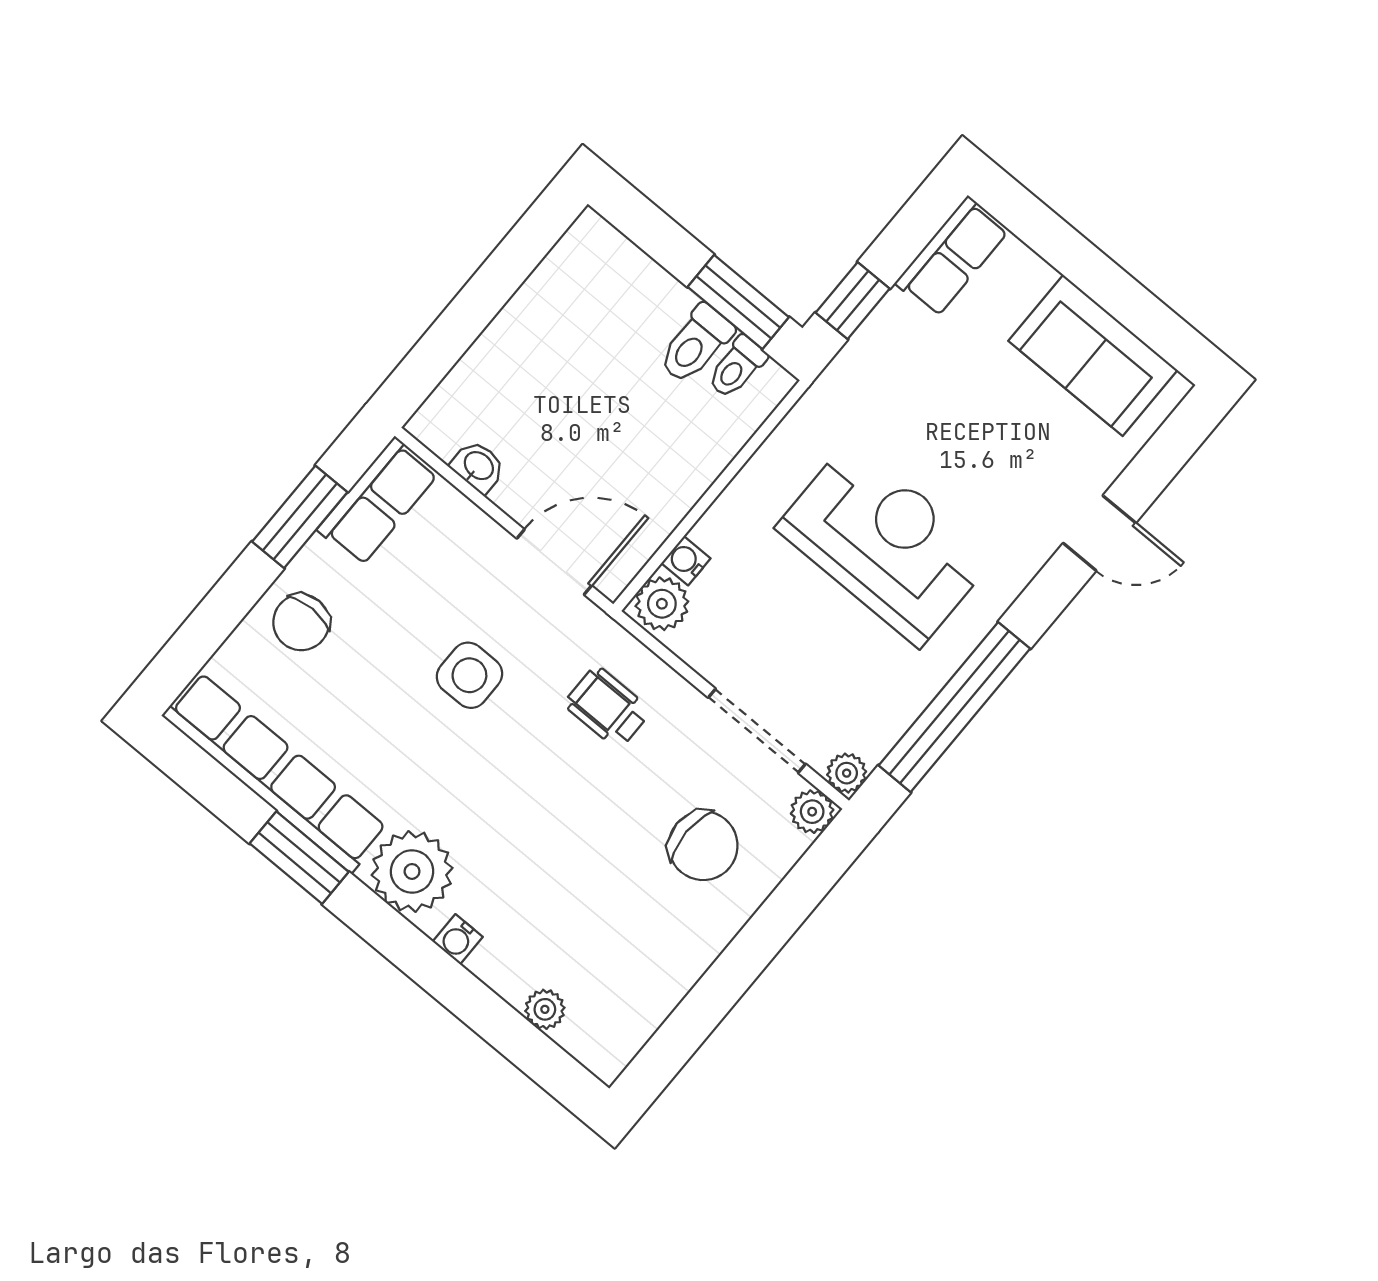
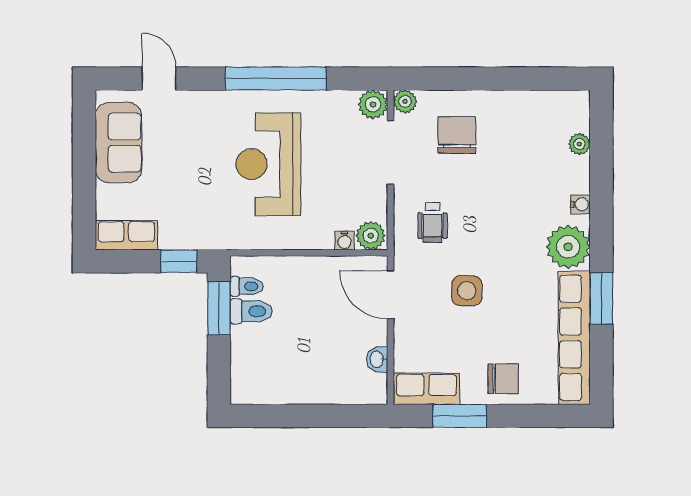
door: (1099, 533) -> (159, 79), moved
window: (954, 707) -> (276, 79), moved
plant: (847, 773) -> (373, 104), width x1.38, depth x1.38

